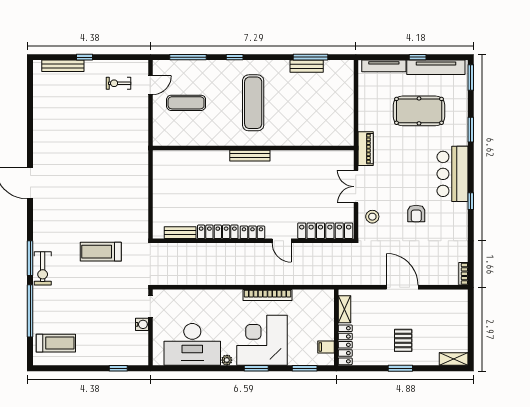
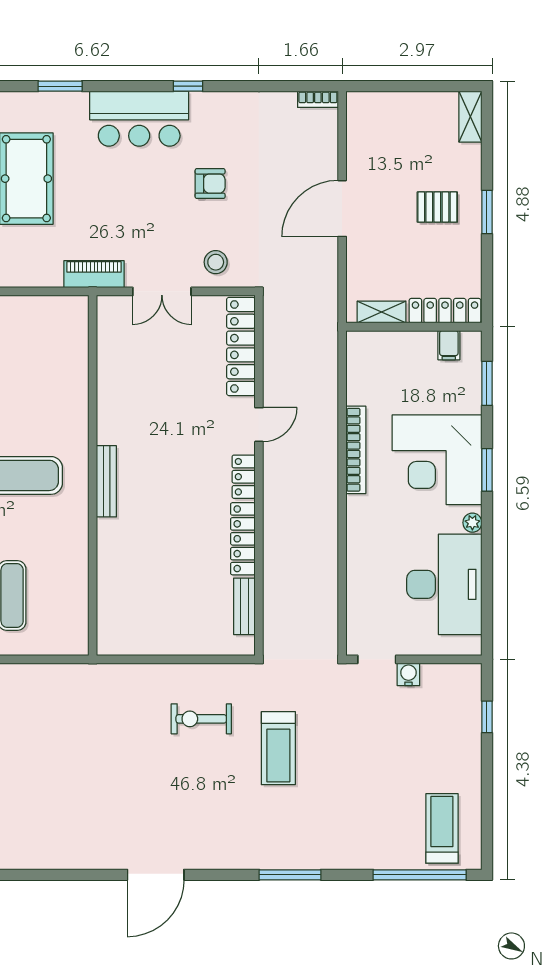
exercise bike: (43, 268) -> (201, 719), moved, turned 180
window: (30, 311) -> (420, 875), moved

